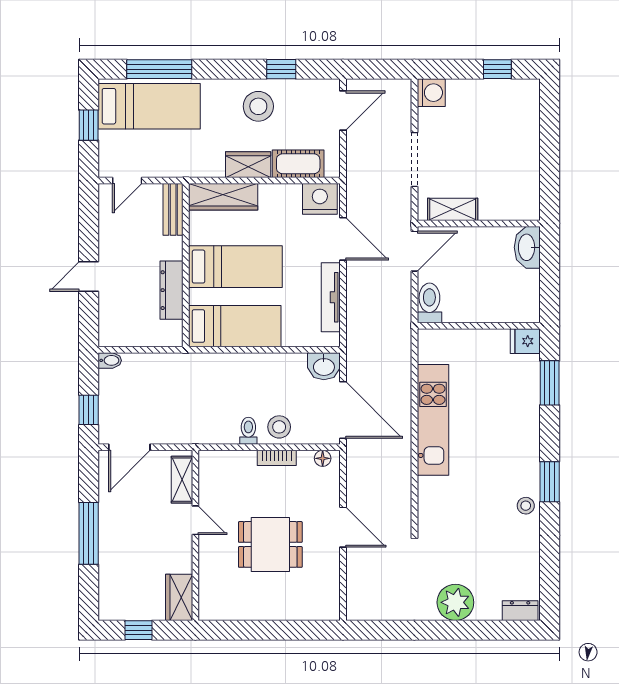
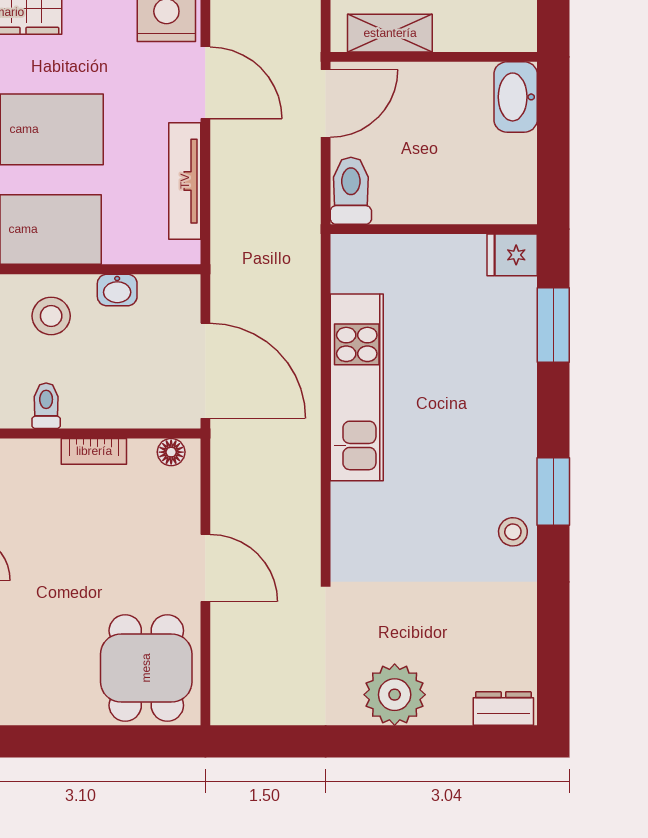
washbasin: (324, 366) -> (117, 290), moved, width x0.72, depth x0.69
stool: (279, 427) -> (51, 316), moved
dining table: (270, 544) -> (146, 668), moved, turned 90

